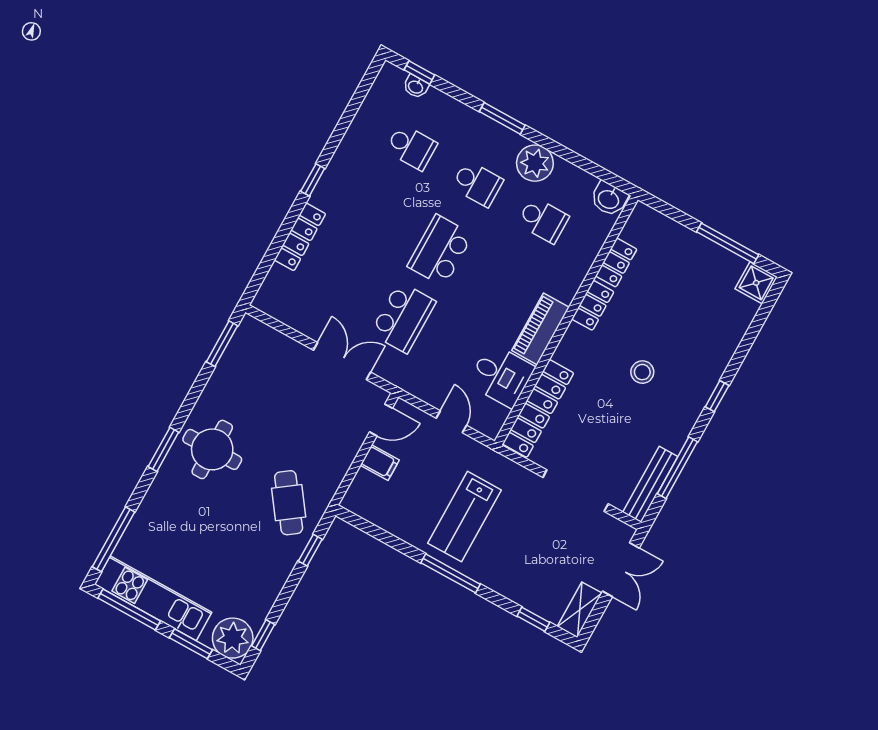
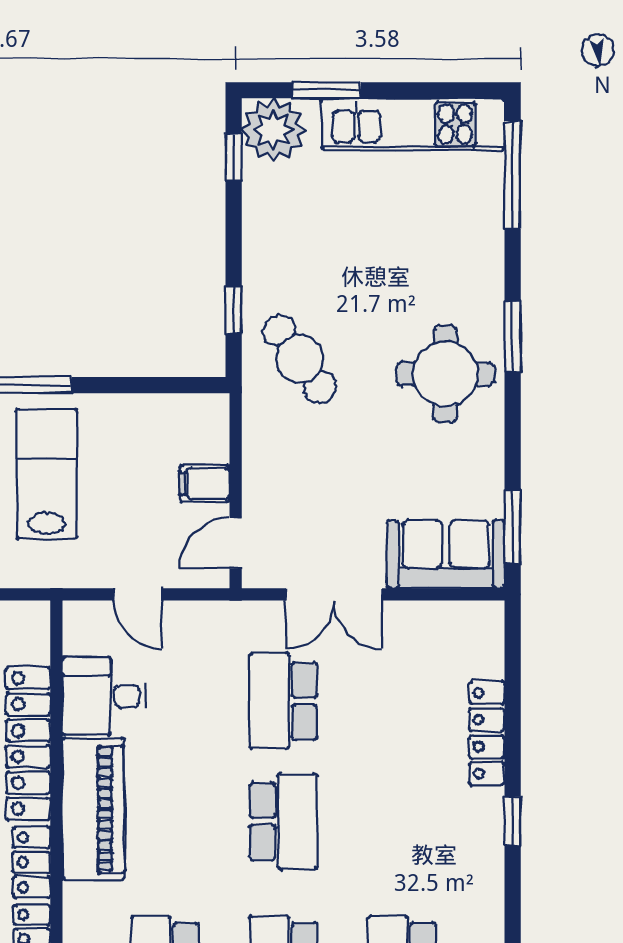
piano: (540, 329) -> (93, 809), width x1.37, depth x1.33
sofa: (268, 349) -> (446, 554), added
locker: (538, 408) -> (28, 744), moved
window: (129, 610) -> (438, 90), removed

